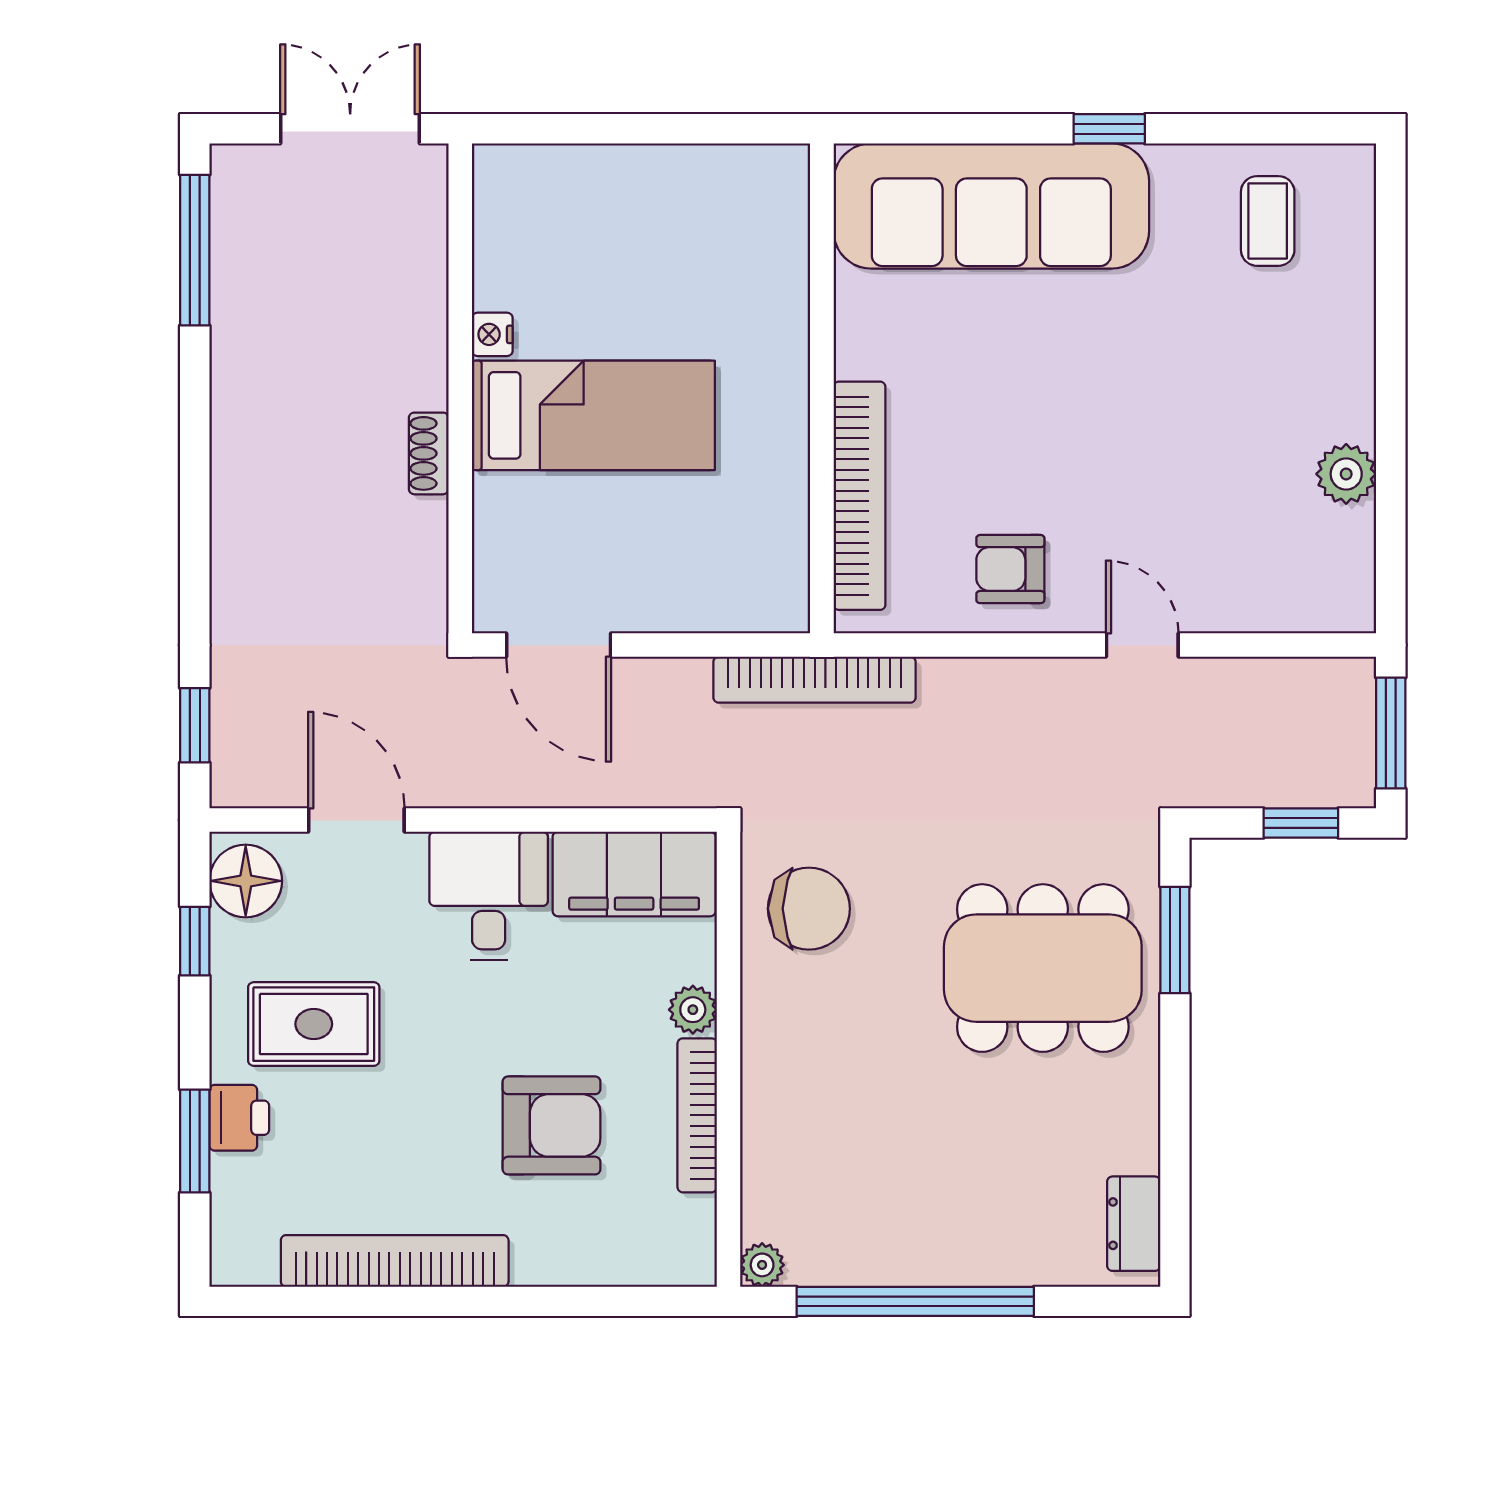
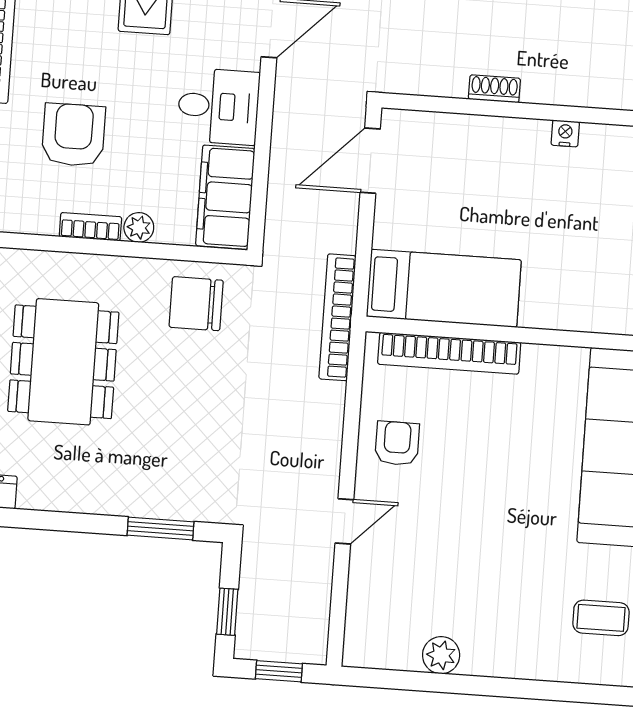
bed: (593, 415) -> (444, 288), moved, turned -90
window: (1391, 733) -> (279, 671), width x0.67
chair: (809, 909) -> (196, 304), turned 90
dining table: (1043, 968) -> (63, 362), moved
bookcase: (697, 1115) -> (90, 227), width x0.64
armchair: (552, 1125) -> (74, 135), turned 180

